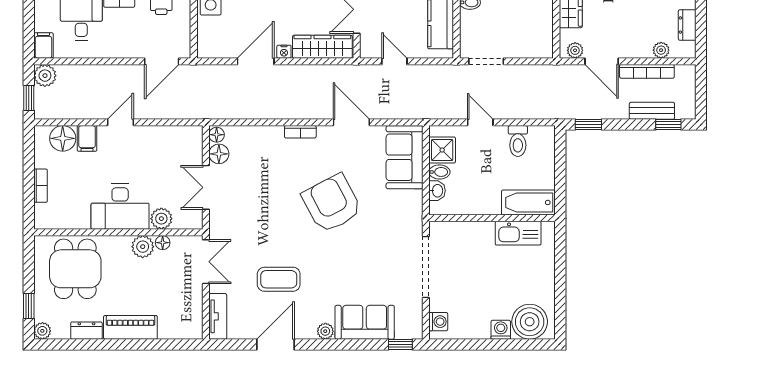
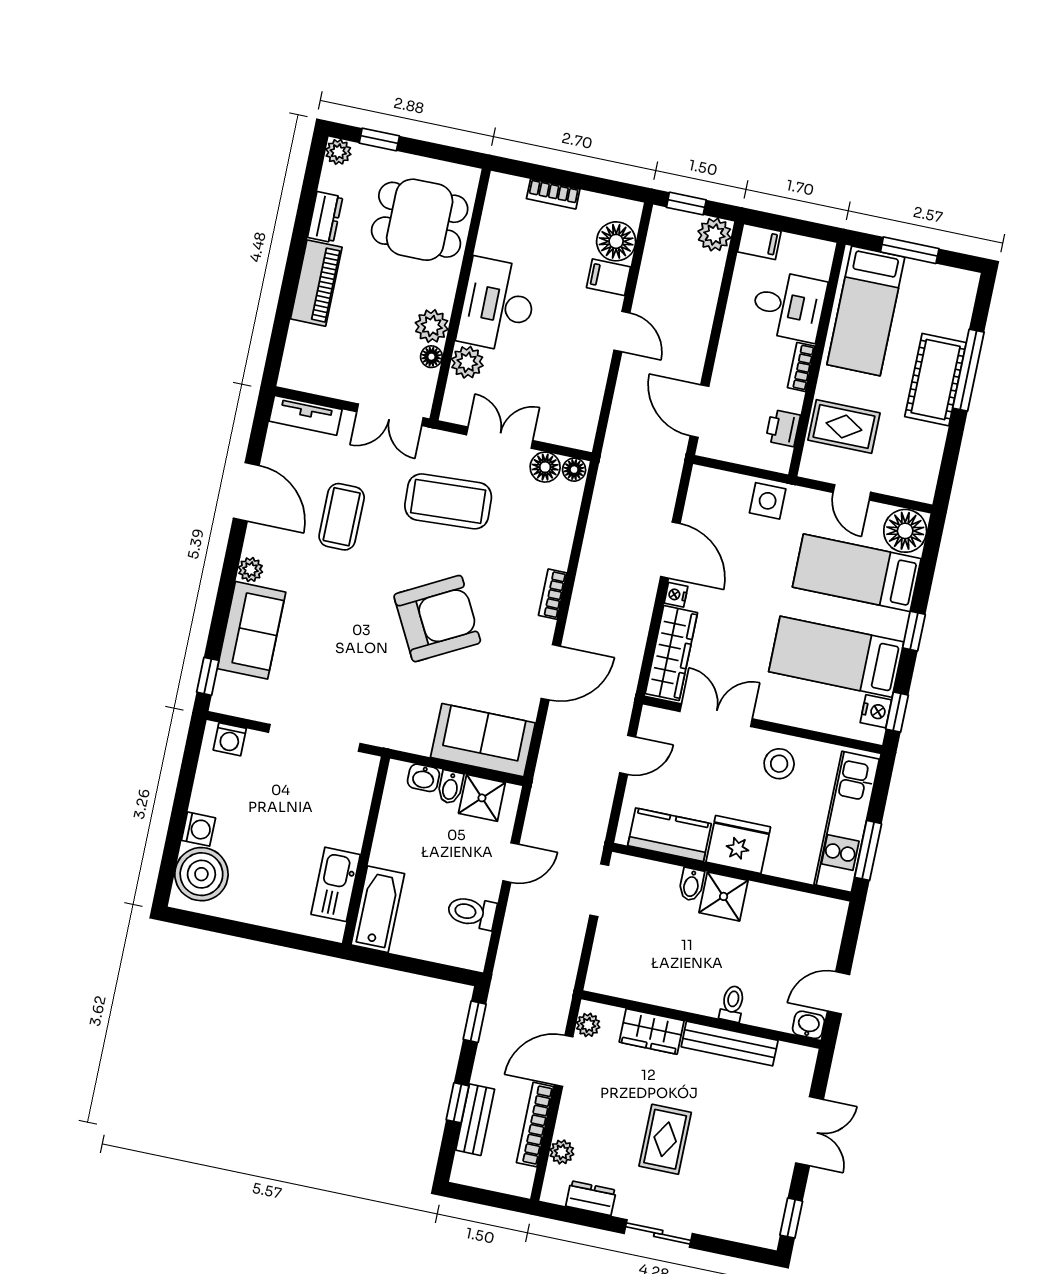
window: (668, 124) -> (458, 1103), moved
coffee table: (254, 212) -> (448, 501), added

